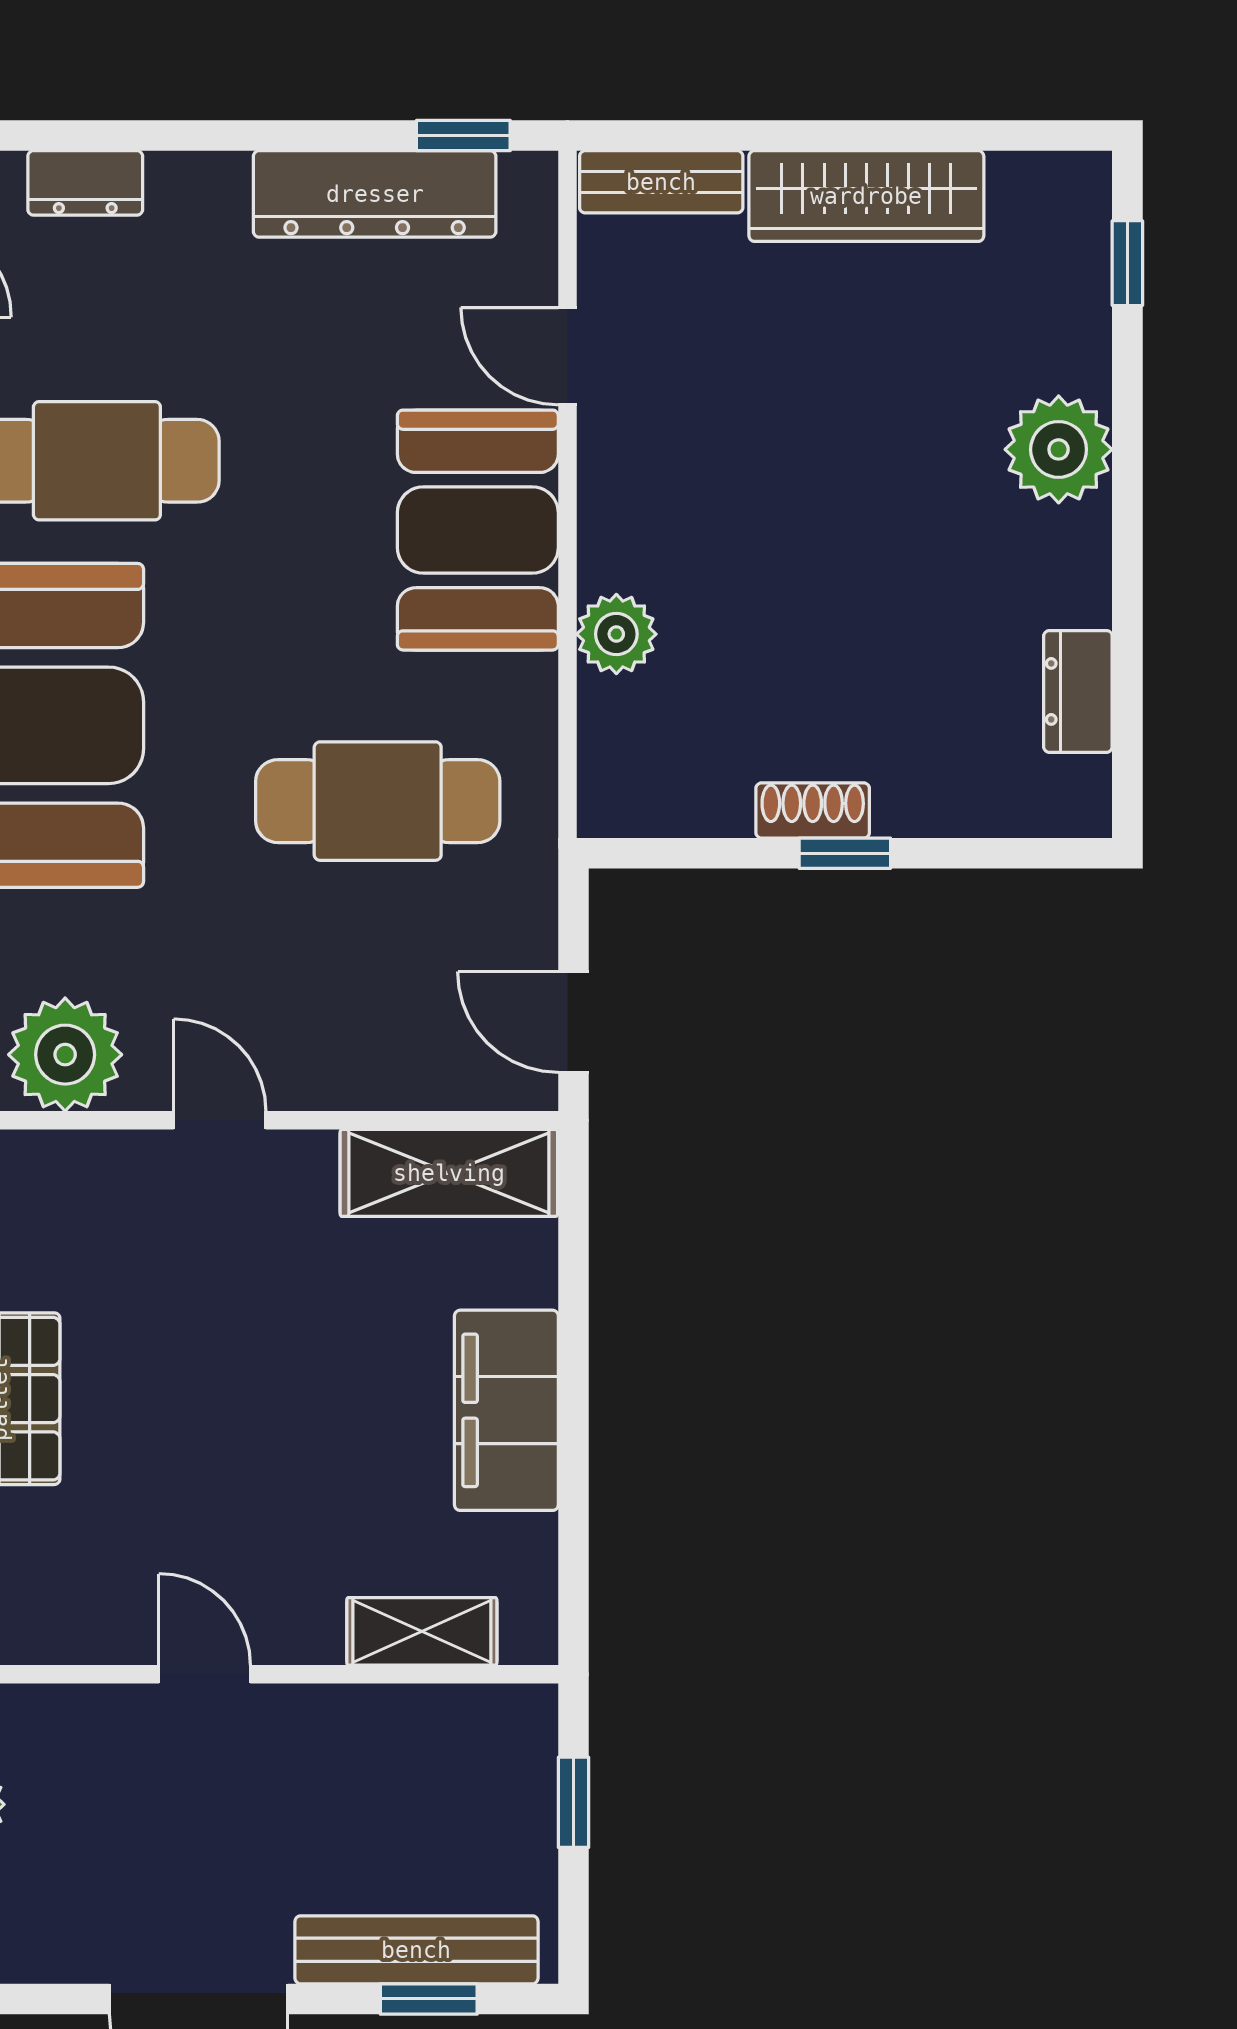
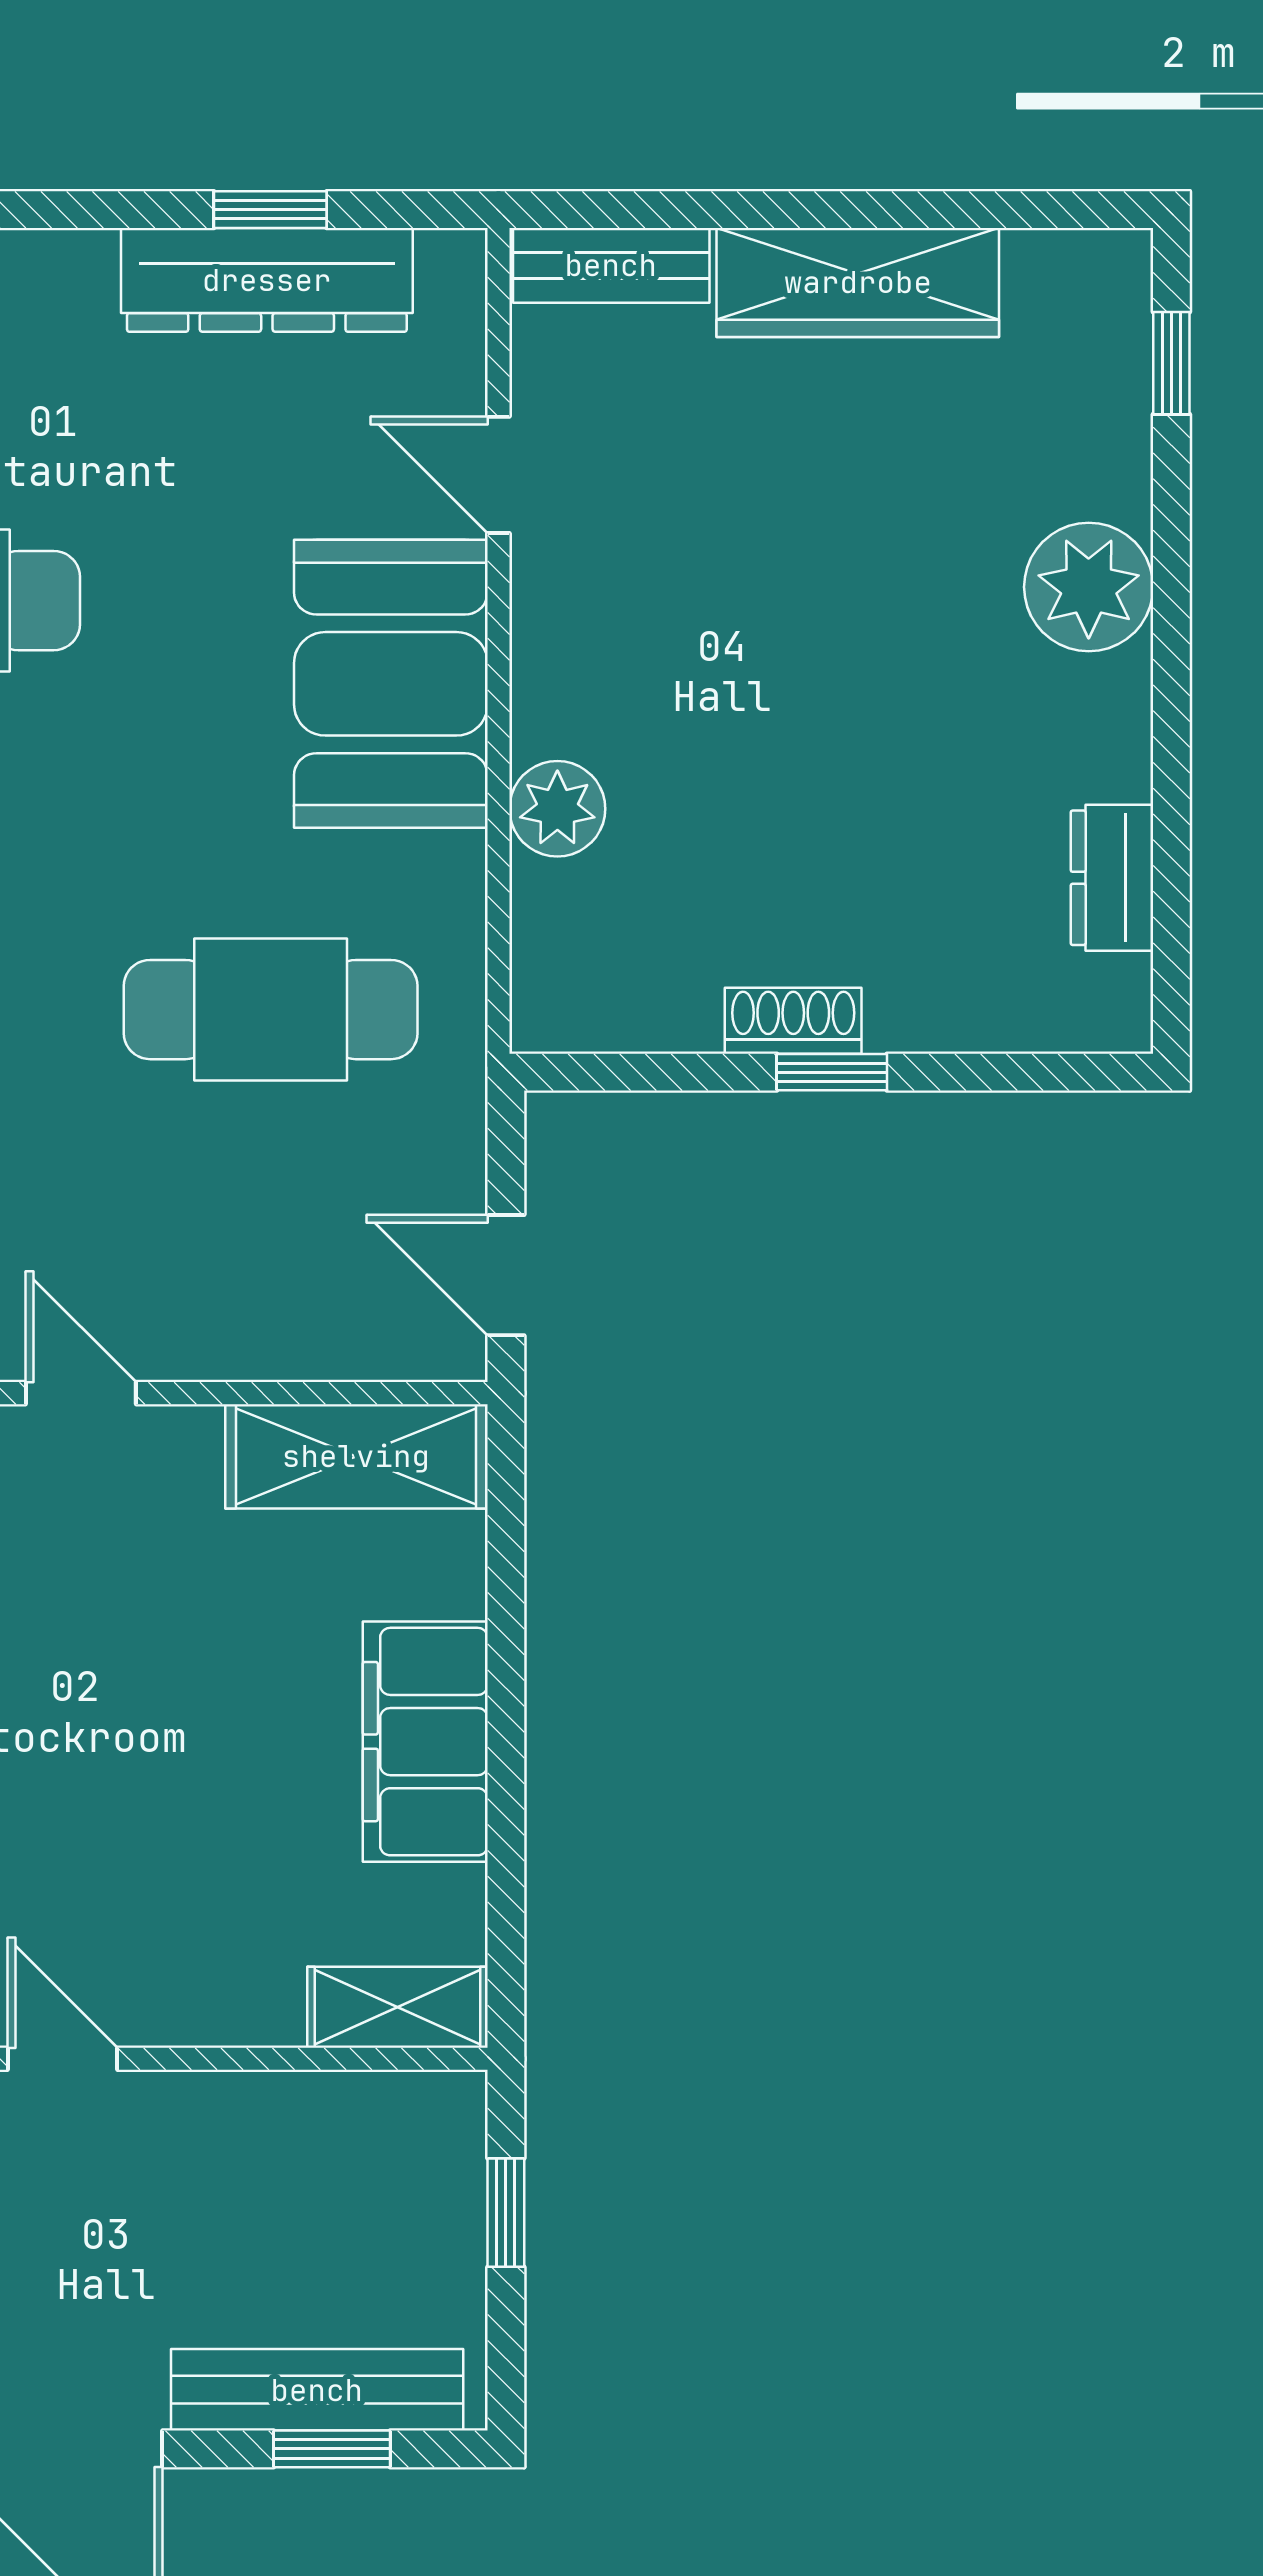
window: (463, 135) -> (270, 210), moved
shelving: (422, 1631) -> (397, 2007), moved

